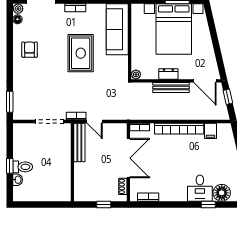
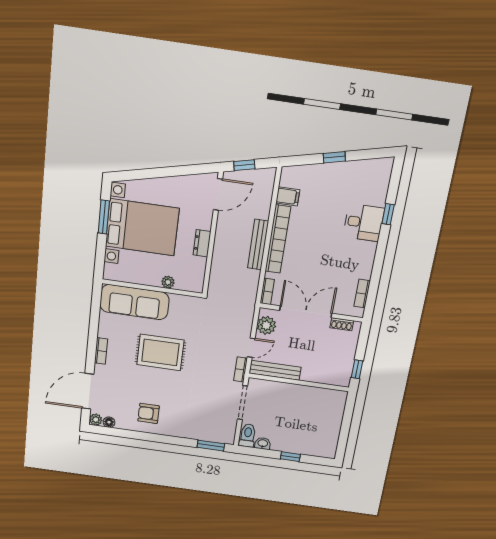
plant: (136, 74) -> (168, 282), moved
bench: (171, 87) -> (258, 245), moved
plant: (114, 130) -> (266, 325), added
toilet: (23, 167) -> (248, 435), moved
washbasin: (18, 180) -> (263, 443), moved
floor lamp: (222, 193) -> (376, 193), removed
window: (104, 205) -> (357, 369), moved

